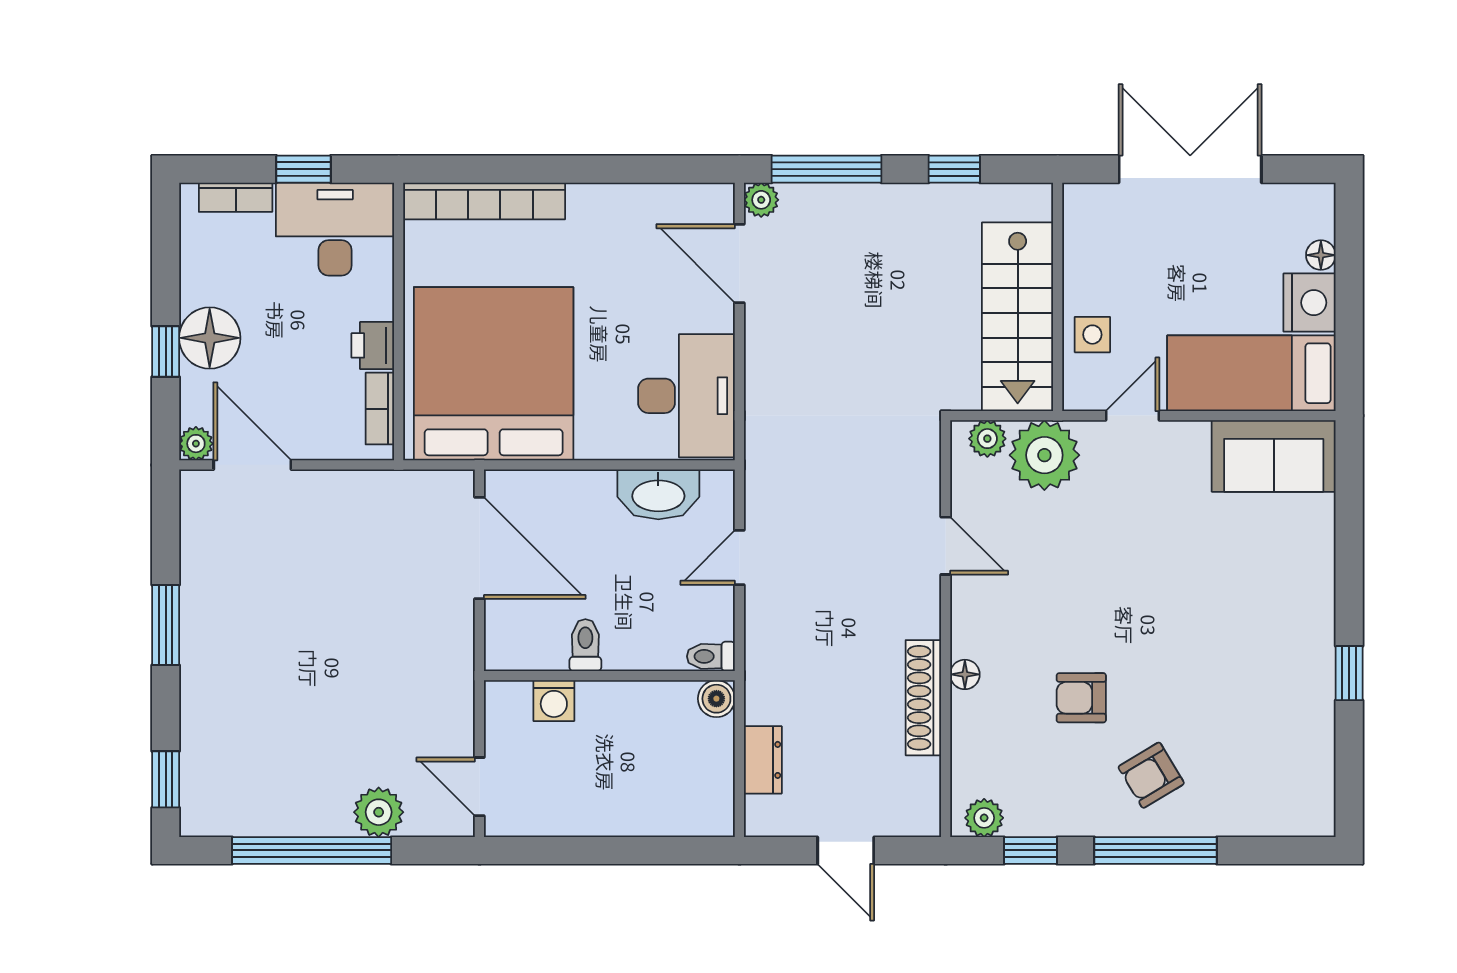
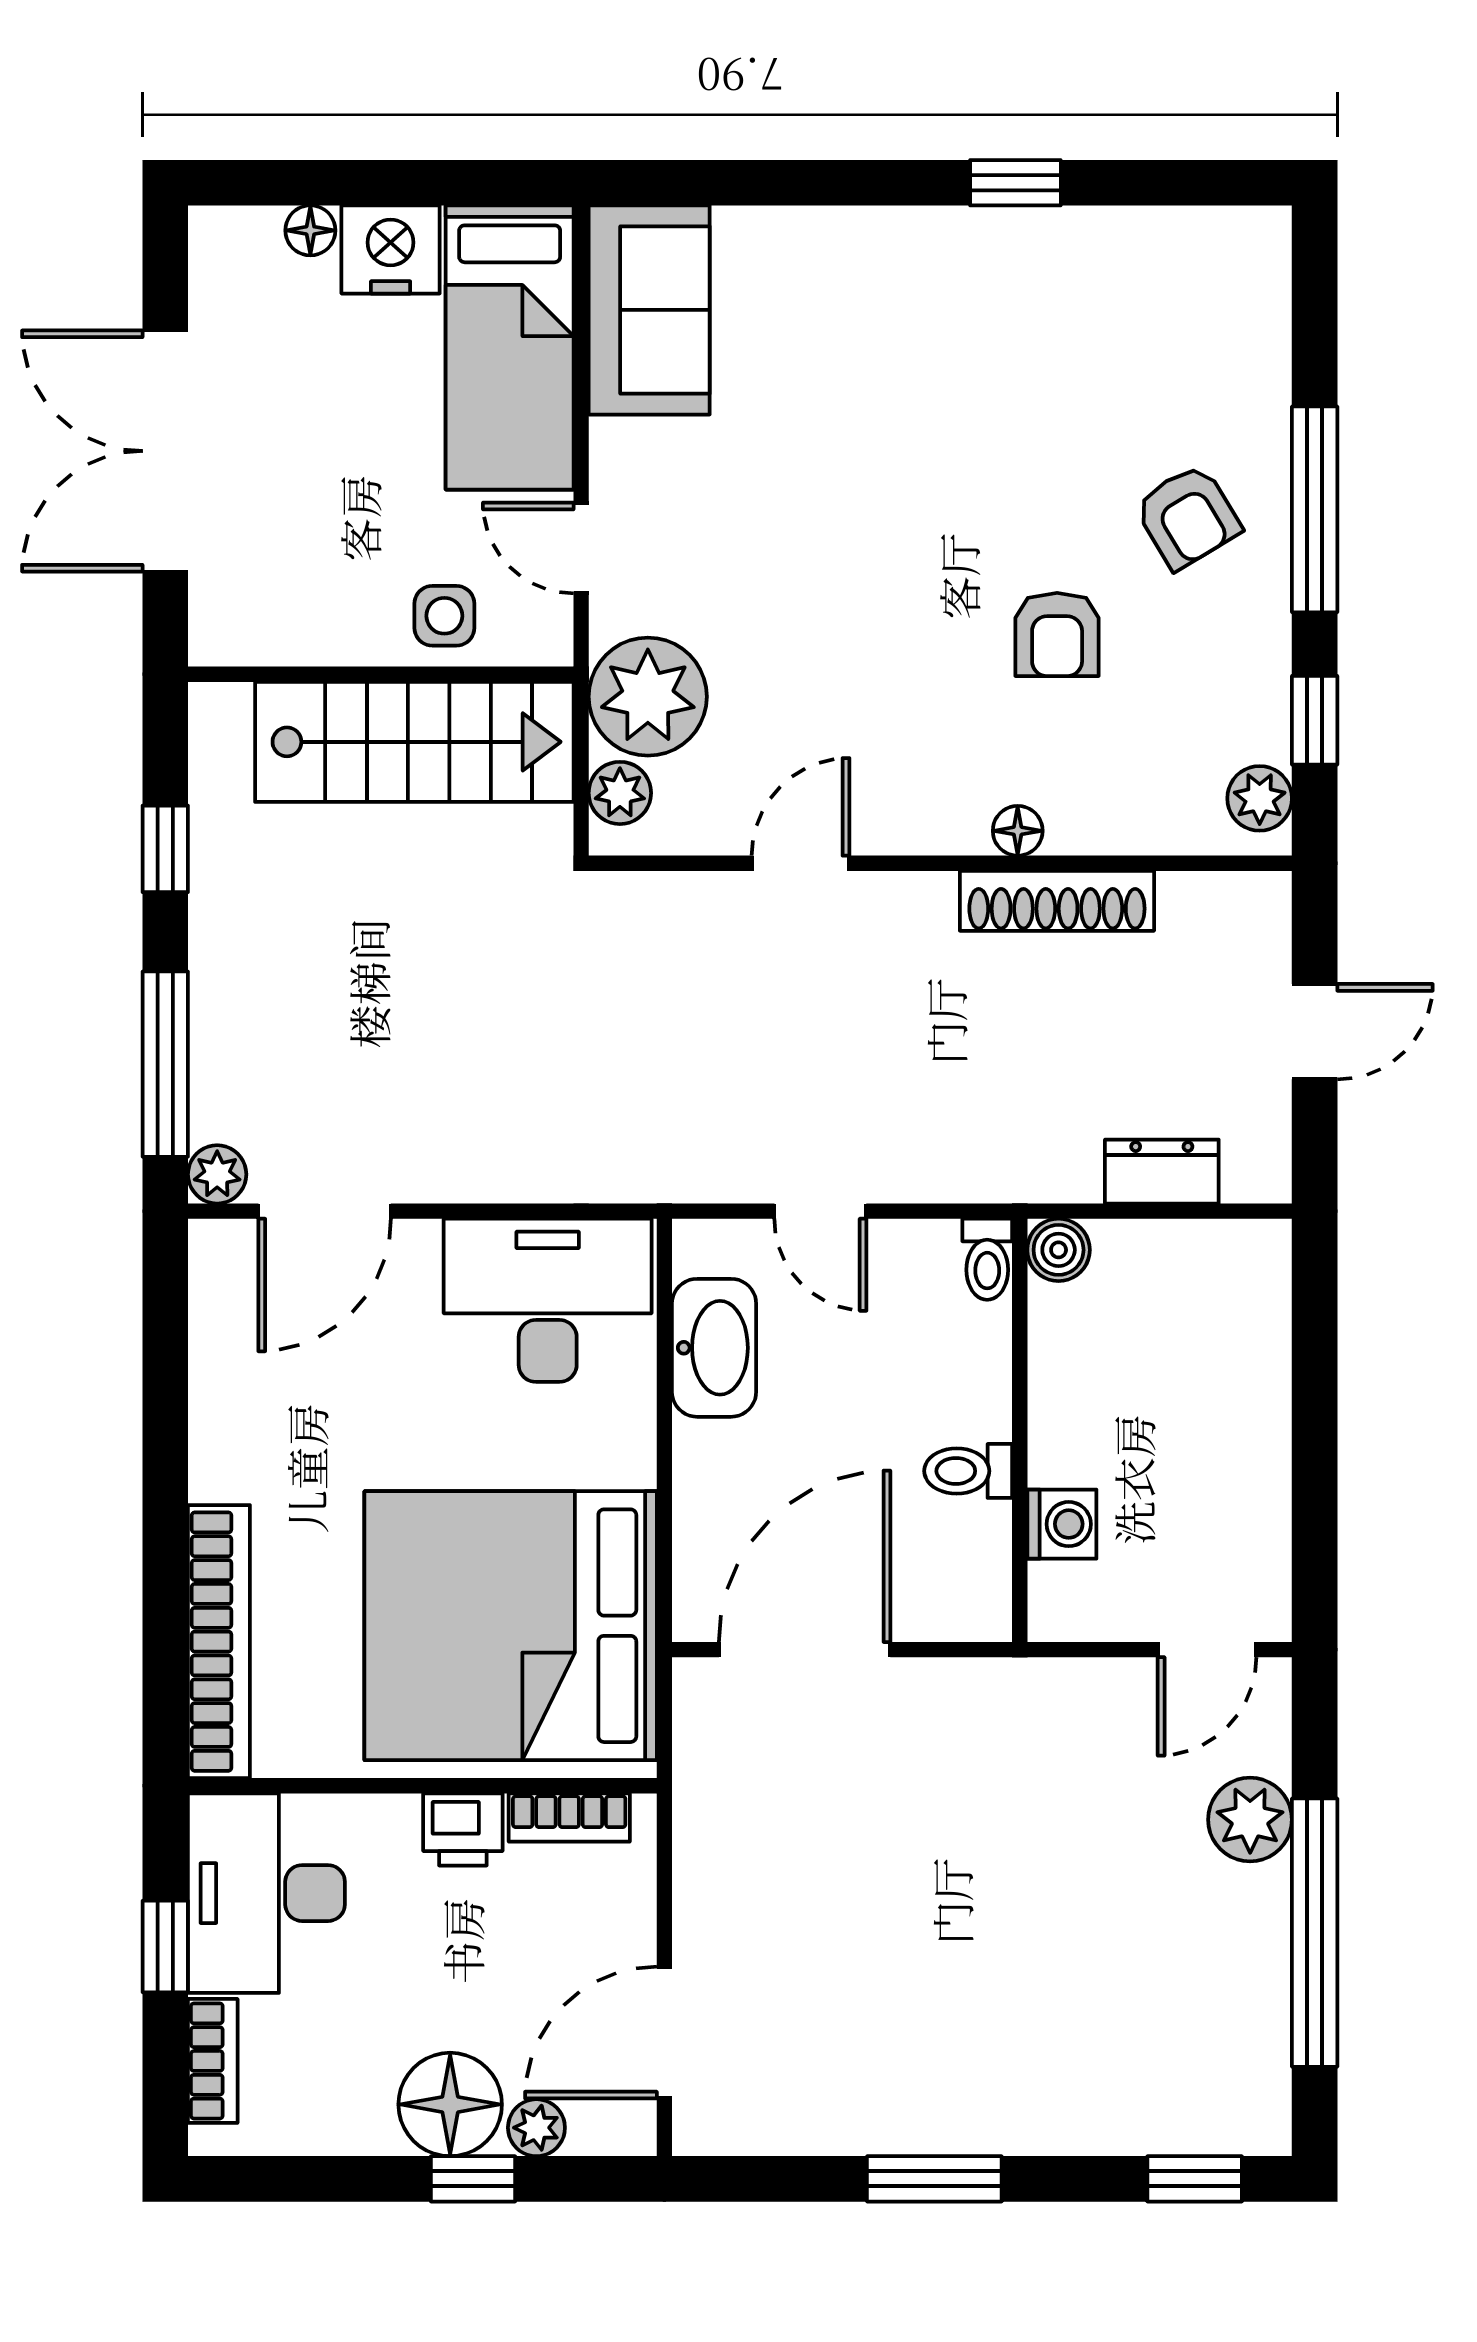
plant: (196, 444) -> (536, 2128), moved

